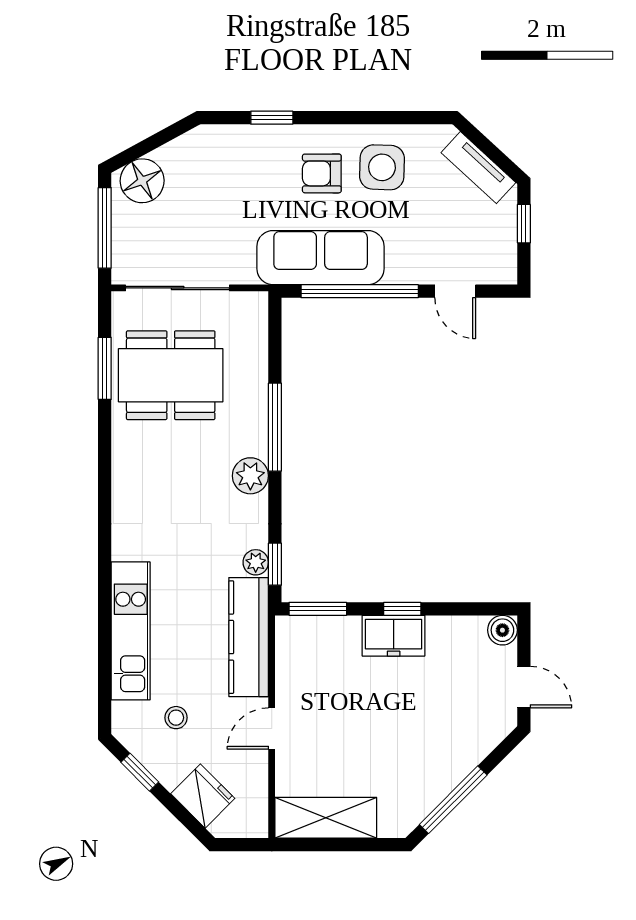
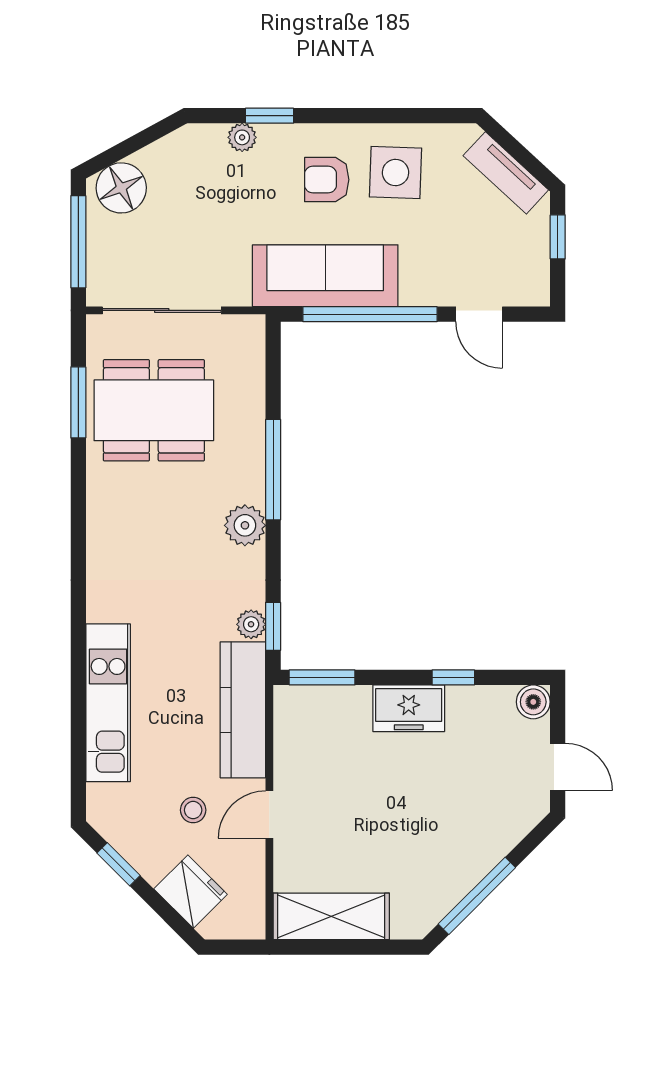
plant: (248, 137) -> (242, 137), added
window: (402, 609) -> (453, 677), moved
stool: (176, 718) -> (193, 810), moved

